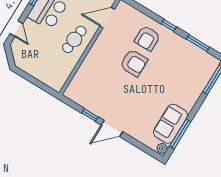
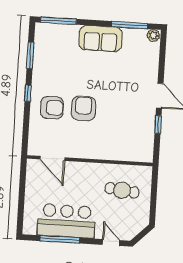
door: (16, 29) -> (111, 242), hinge flipped
cafe table: (74, 39) -> (122, 190), moved
sofa: (171, 124) -> (101, 39), moved

